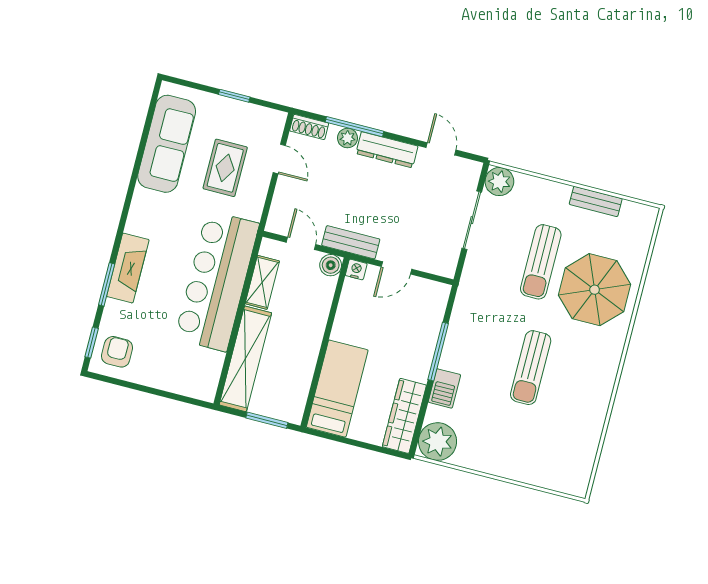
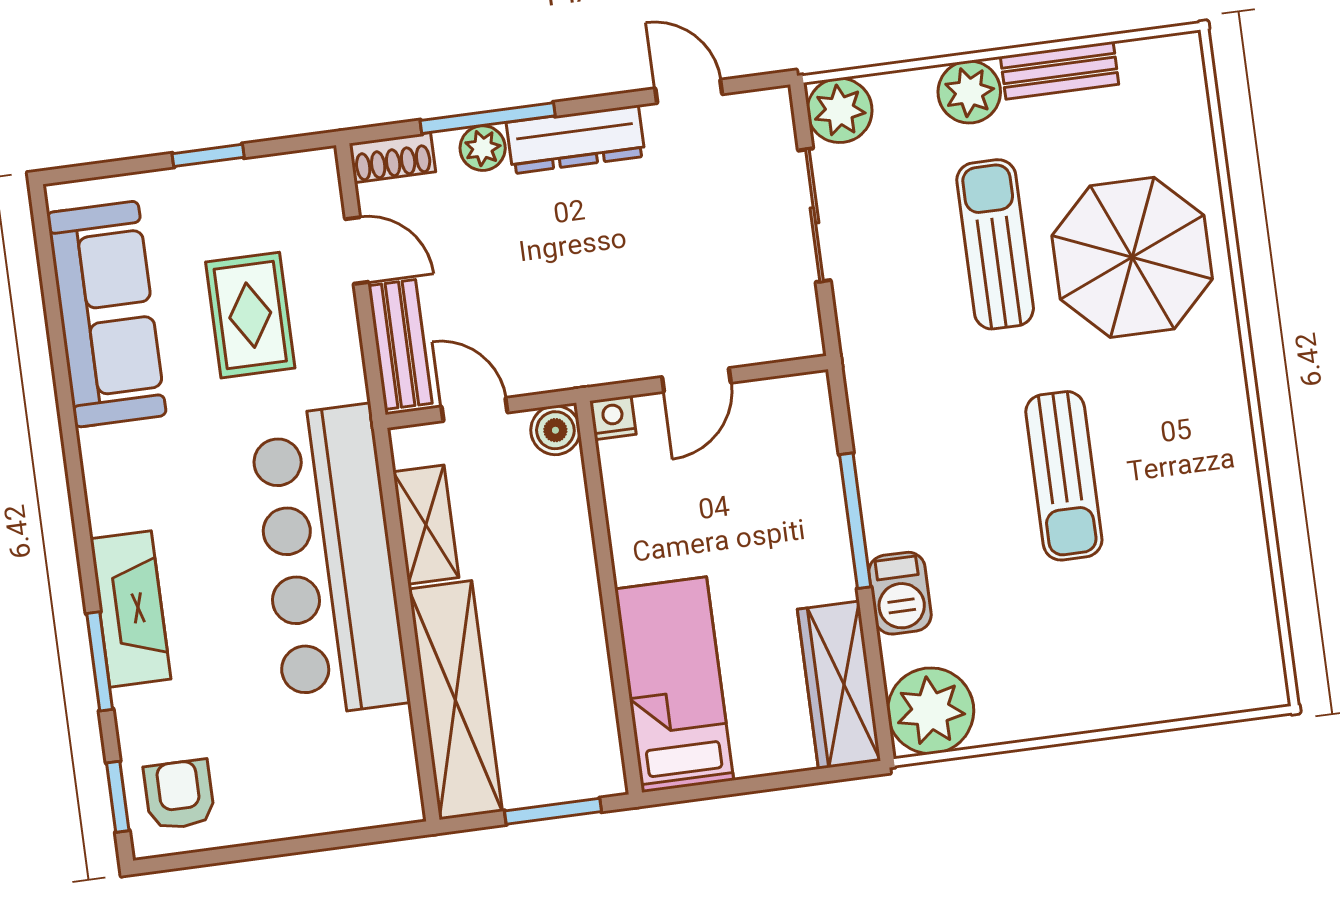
plant: (555, 195) -> (969, 92), added
bench: (351, 242) -> (400, 344), moved, turned 90
sun lounger: (541, 262) -> (995, 244), turned 180

